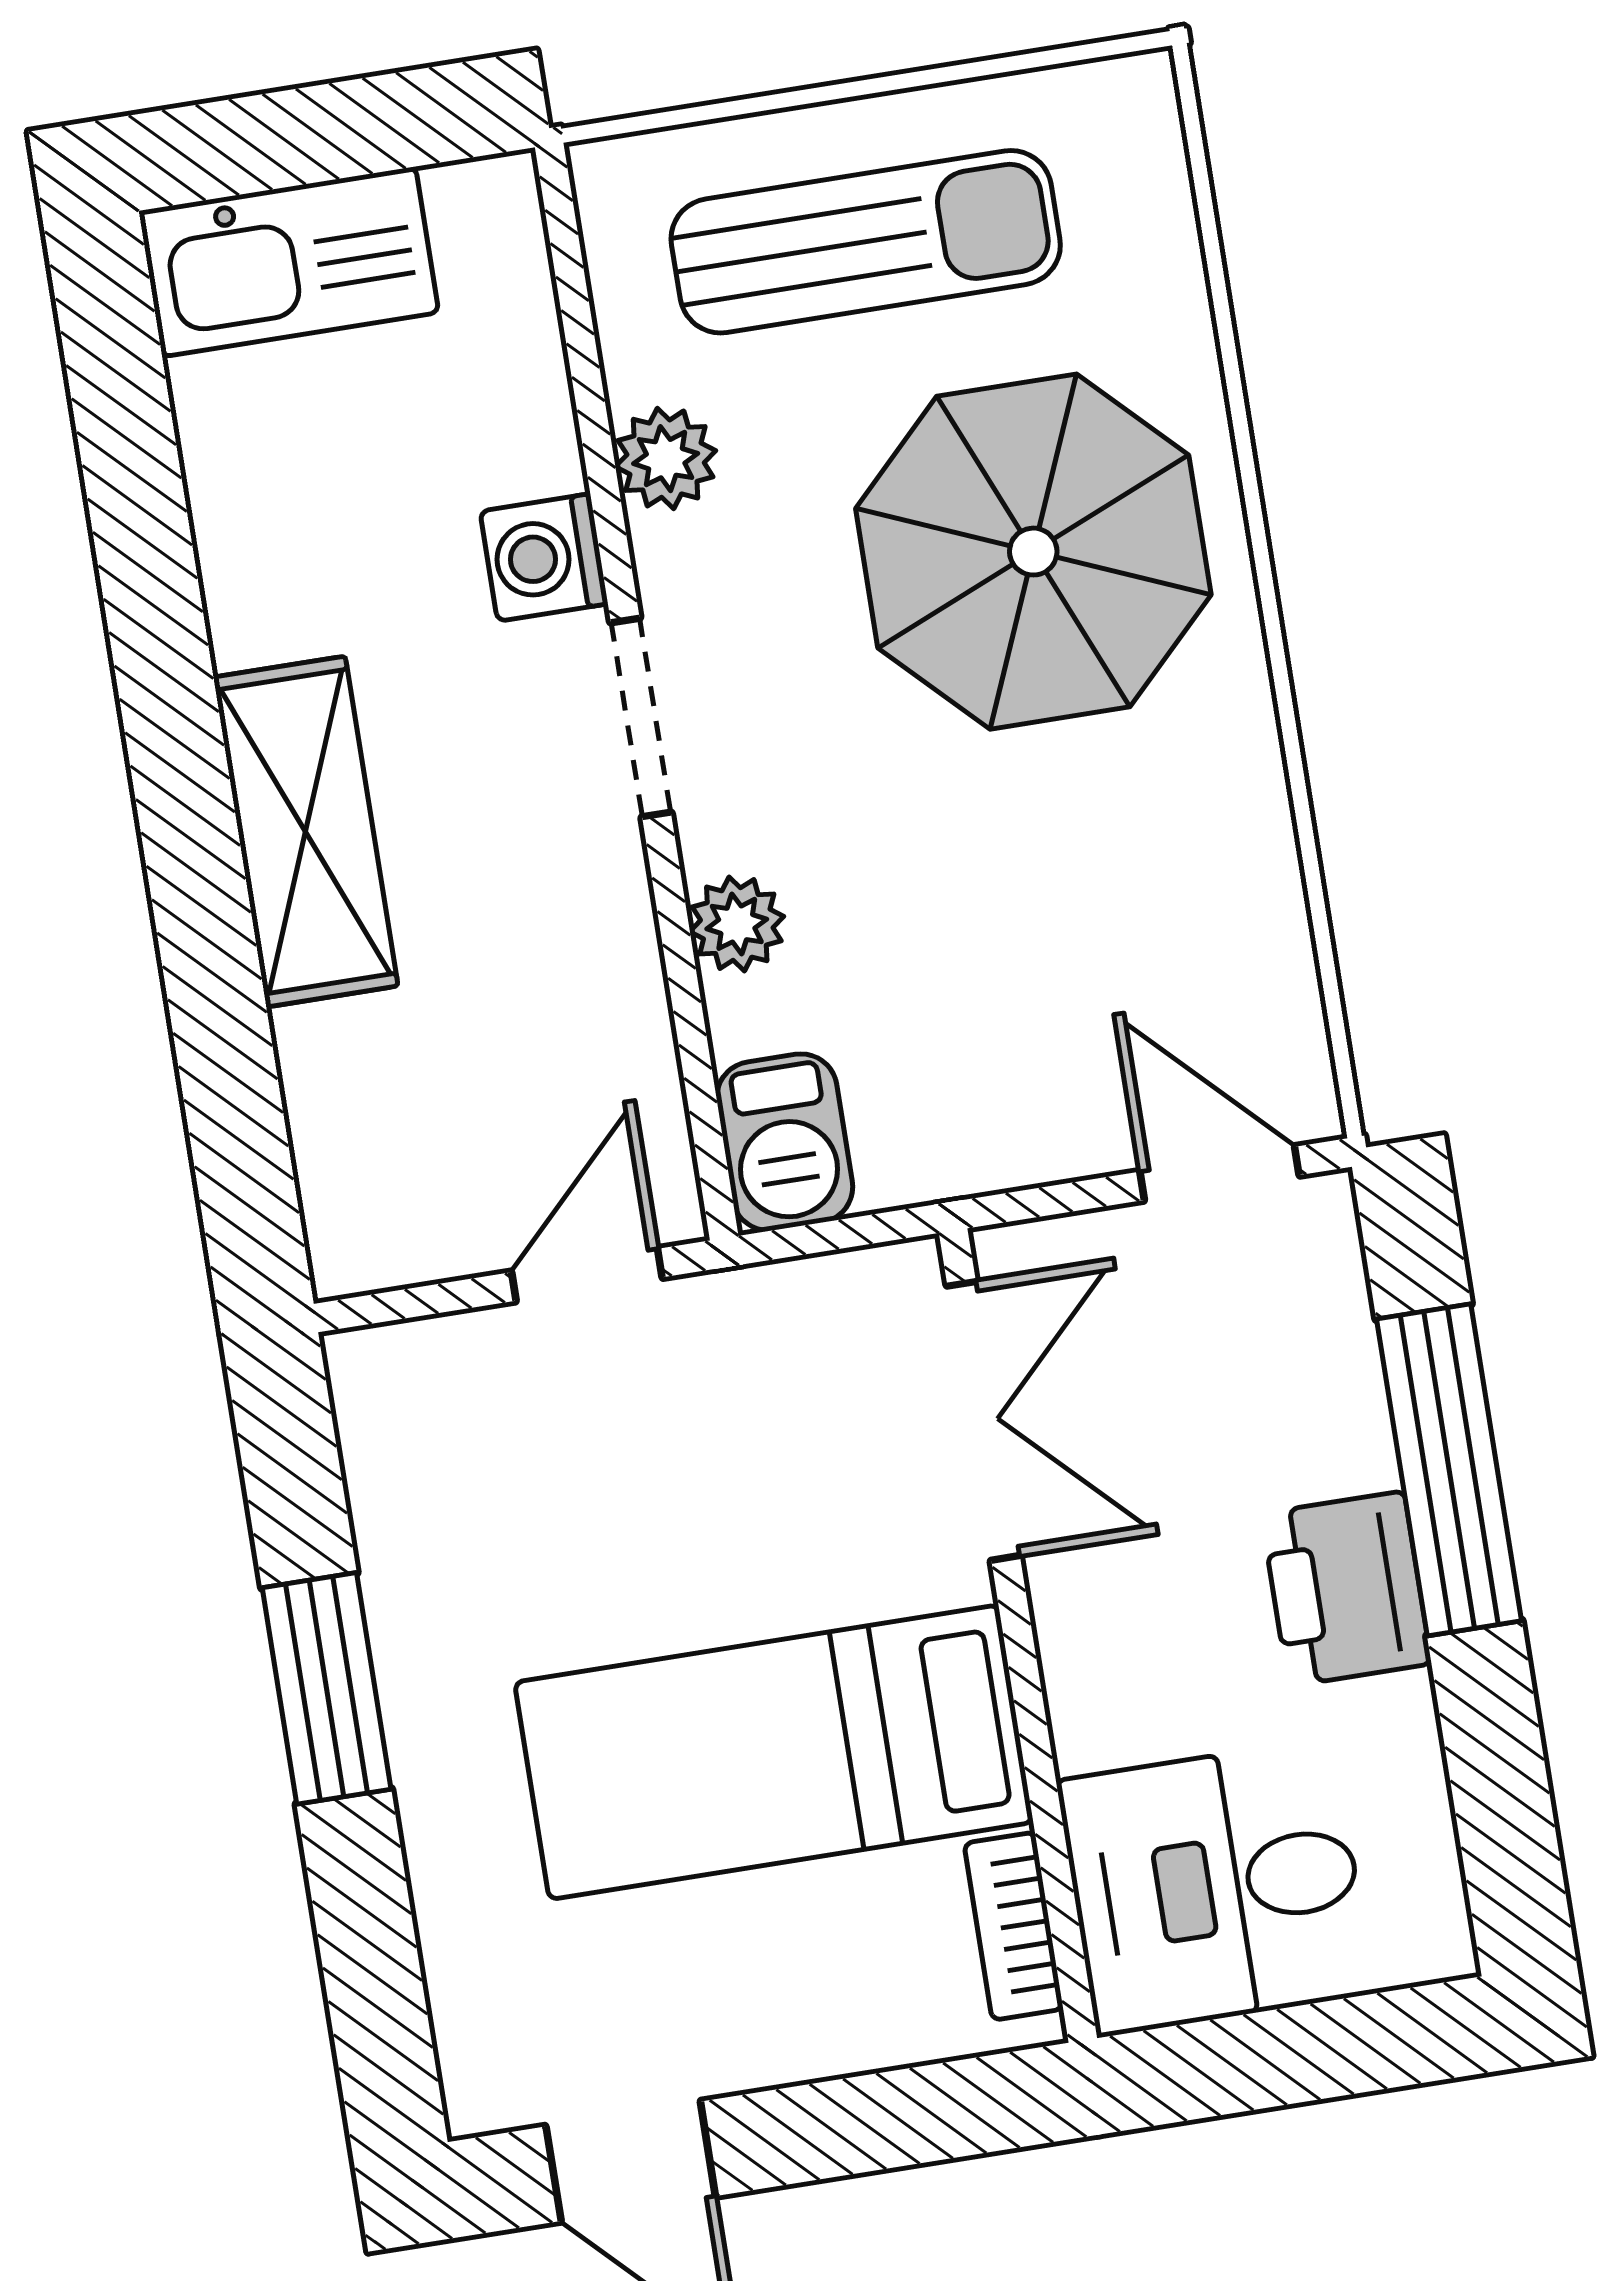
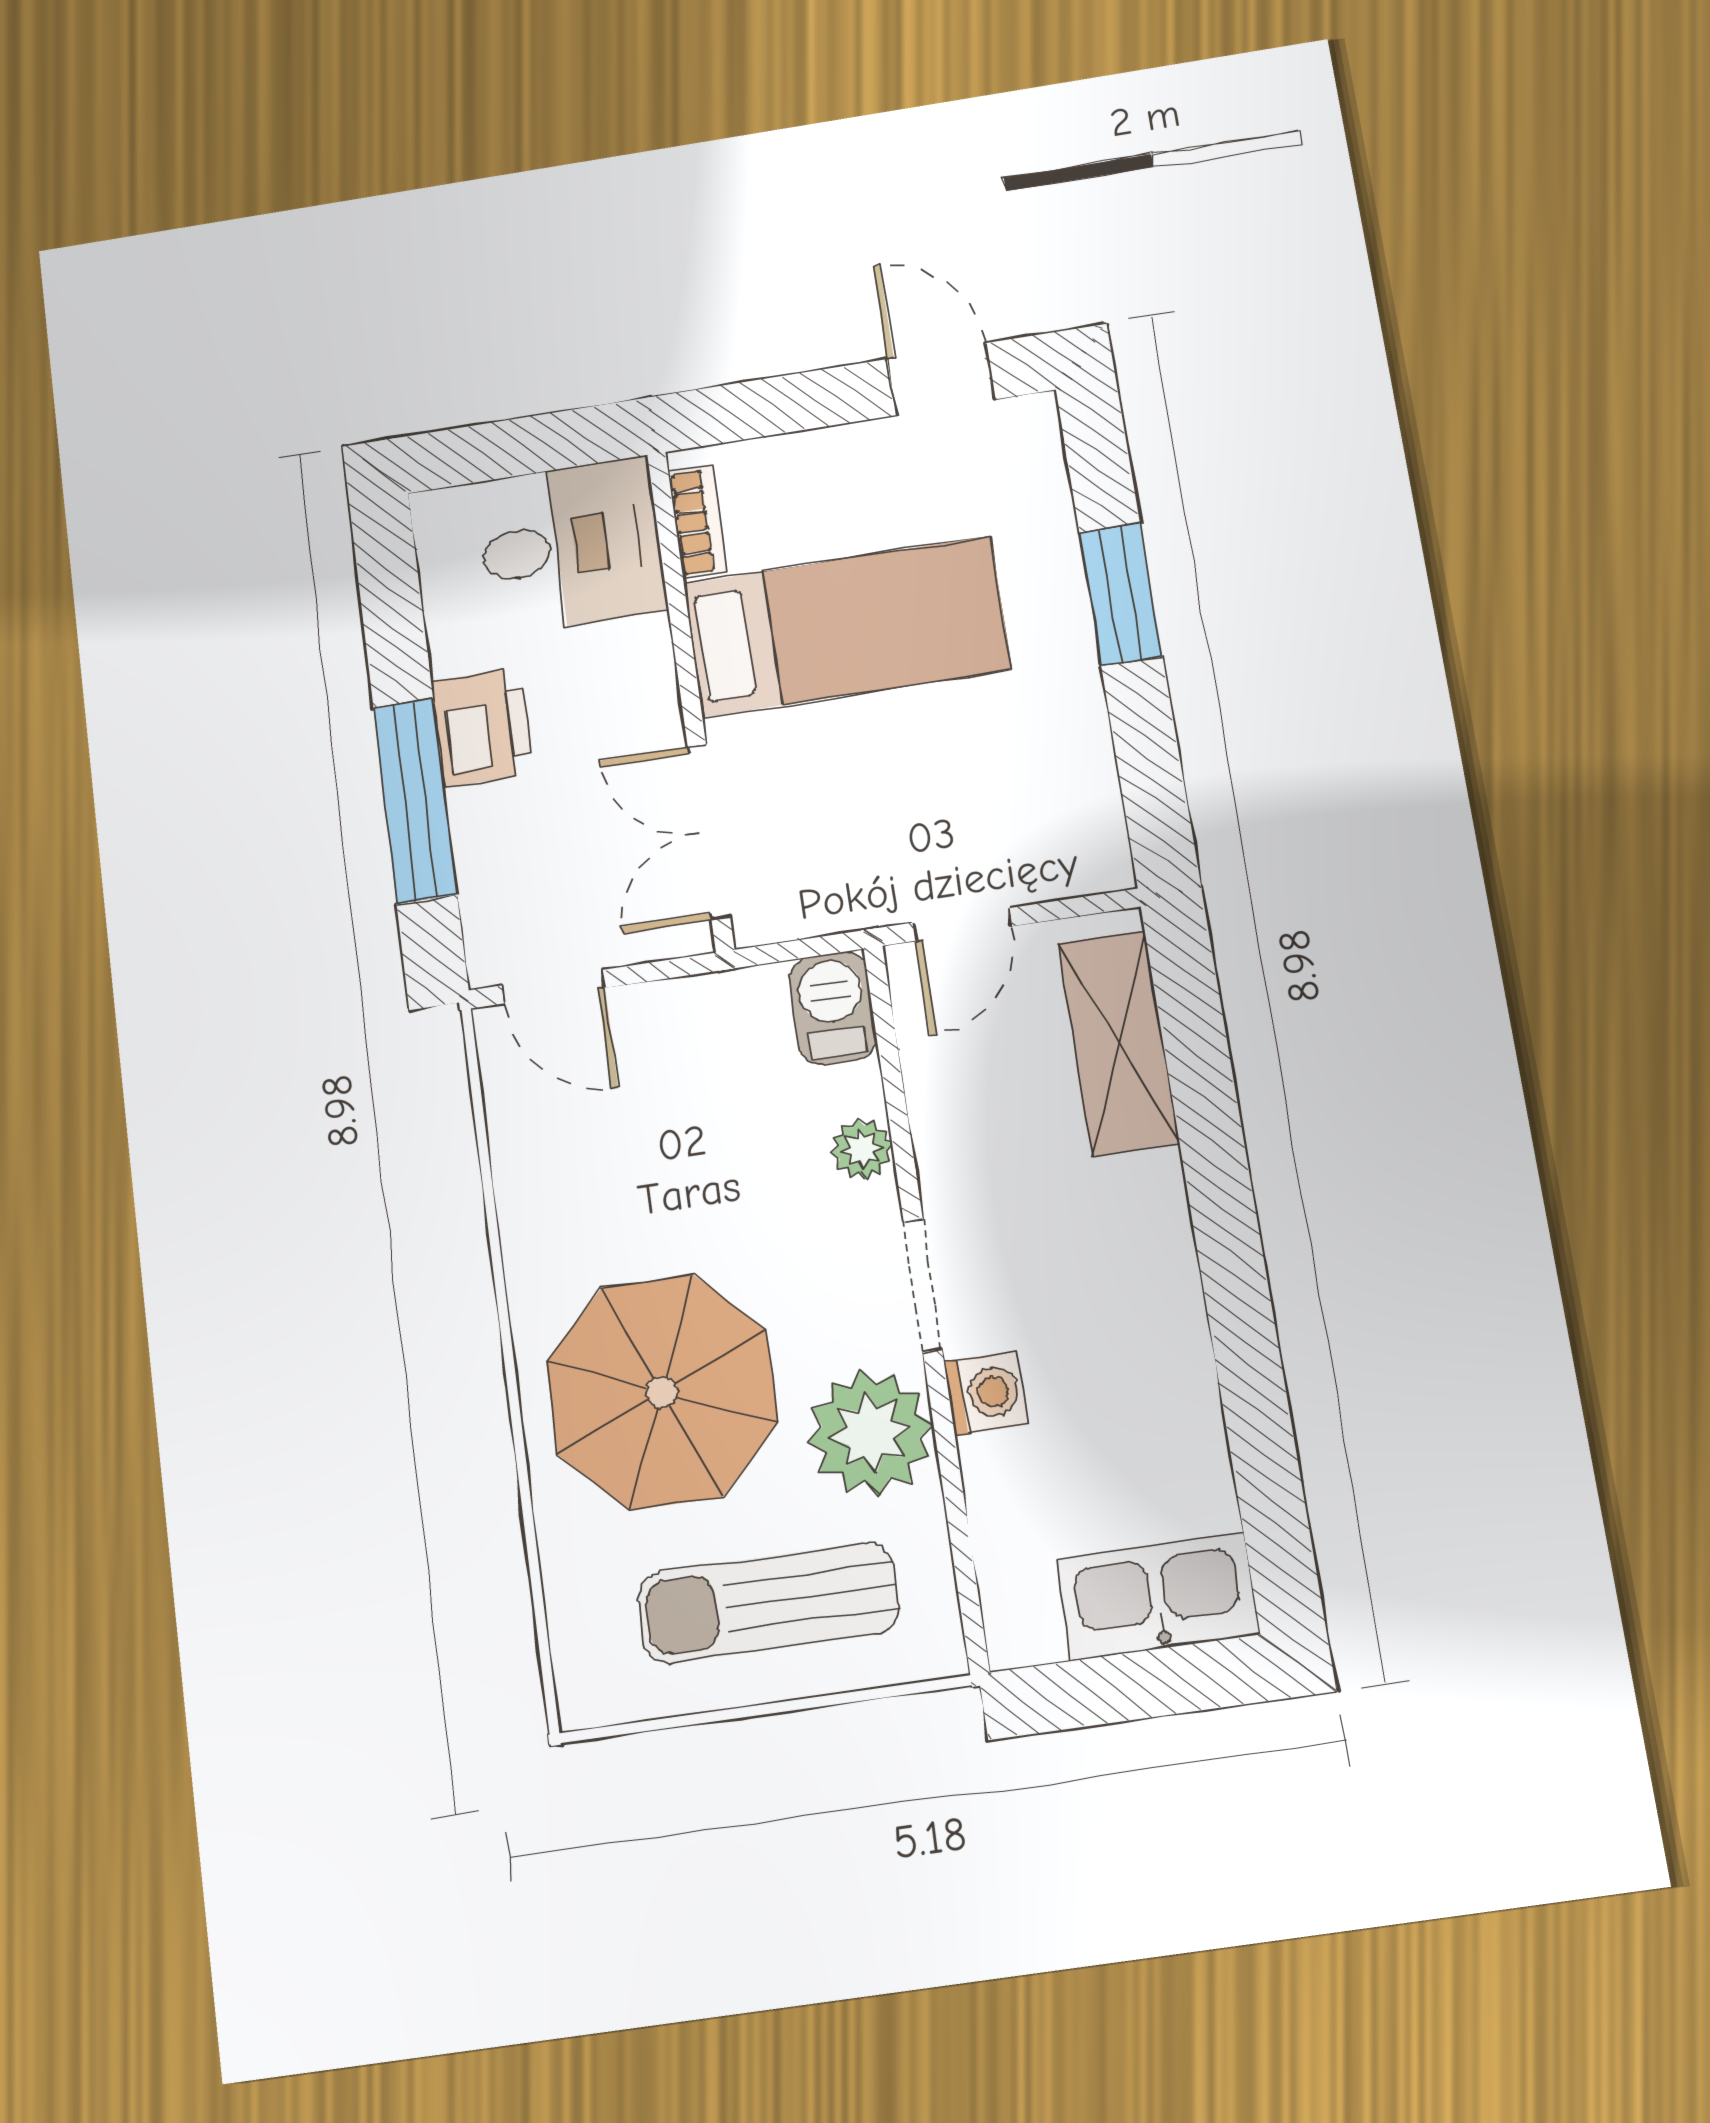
plant: (666, 459) -> (870, 1433), width x1.88, depth x1.88
shelving: (306, 832) -> (1119, 1043), moved
window: (327, 1688) -> (1121, 595), moved

